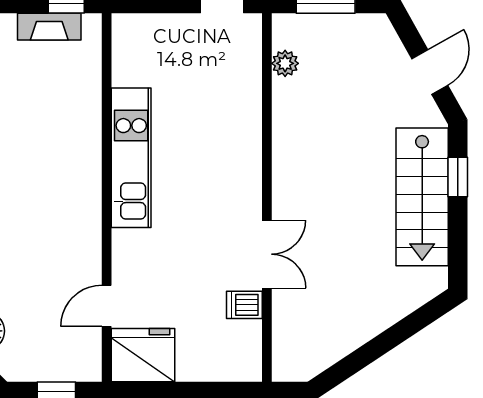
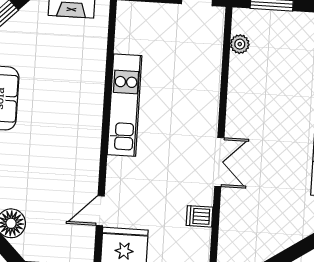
double door: (267, 254) -> (219, 162), moved

